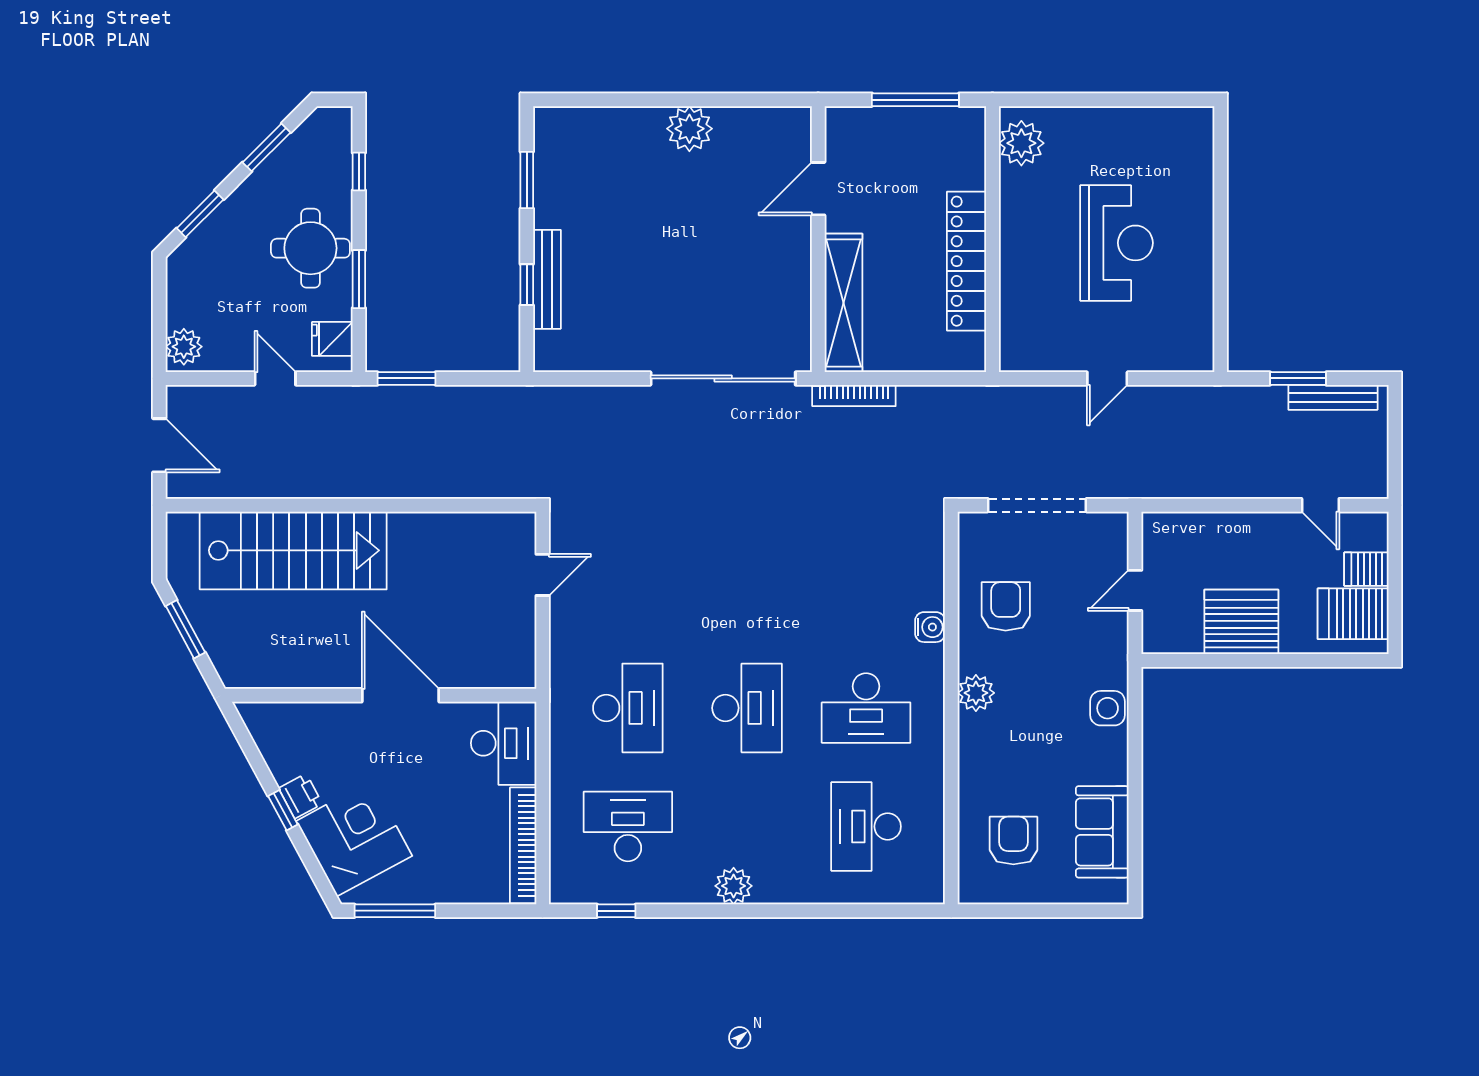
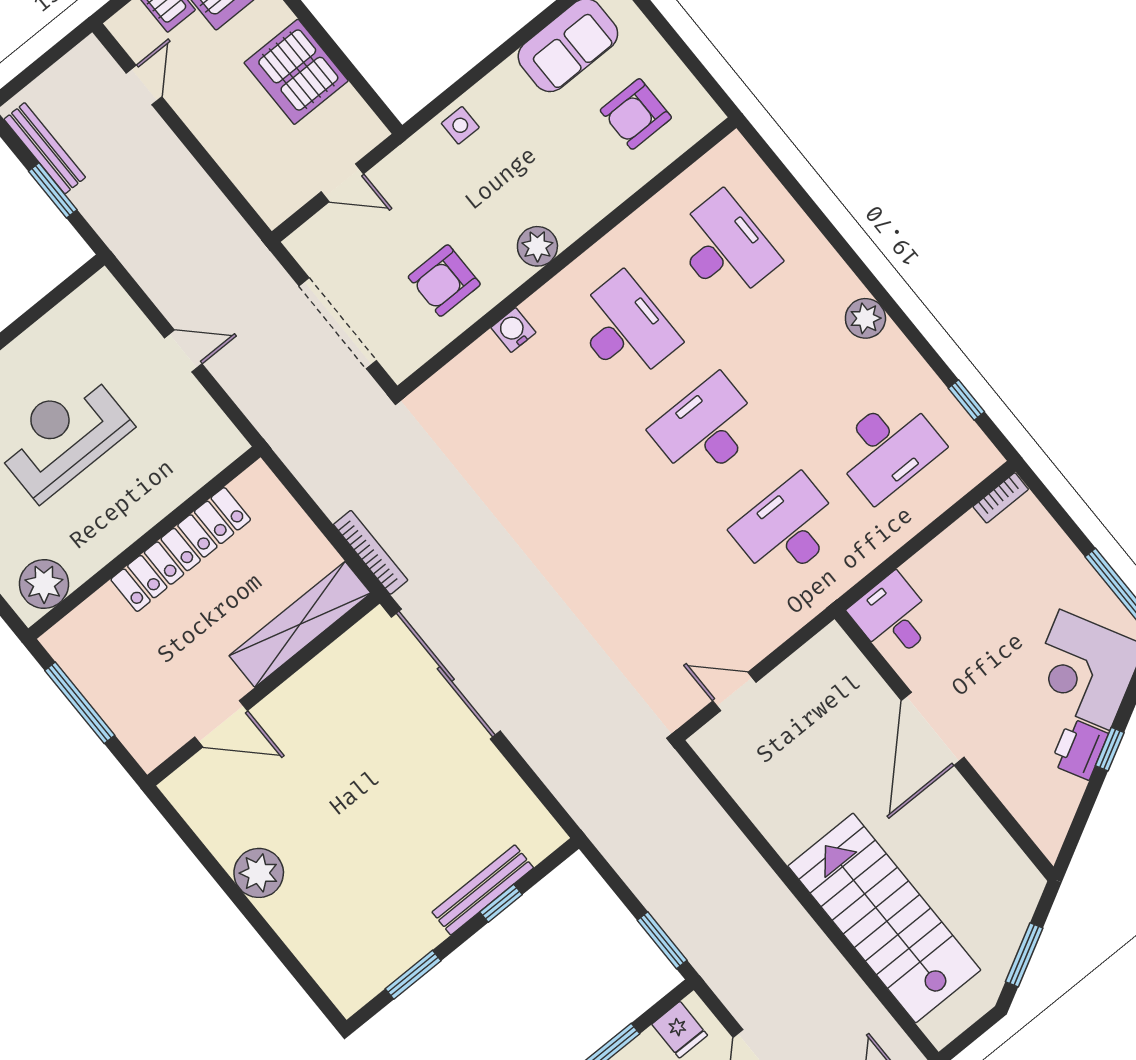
side table: (1108, 708) -> (460, 125), width x0.73, depth x0.73
desk: (504, 743) -> (893, 617), width x0.73
printer: (300, 796) -> (1079, 749), width x1.36, depth x1.24
desk: (628, 826) -> (888, 448), turned -90
desk: (866, 826) -> (725, 248), turned -90
bookcase: (523, 845) -> (1001, 498), width x0.43, depth x0.76

